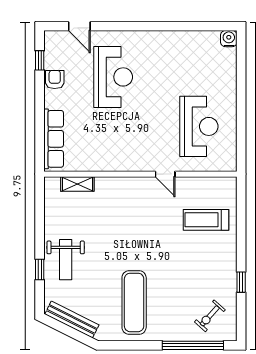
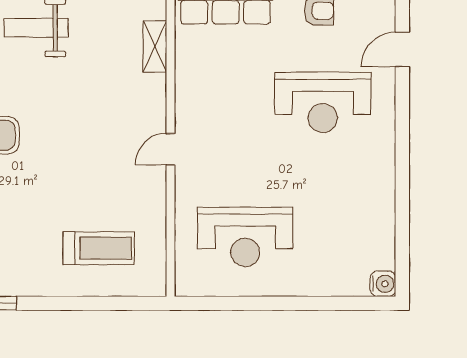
door: (165, 174) -> (170, 149), moved
treadmill: (206, 220) -> (99, 248), turned 90

